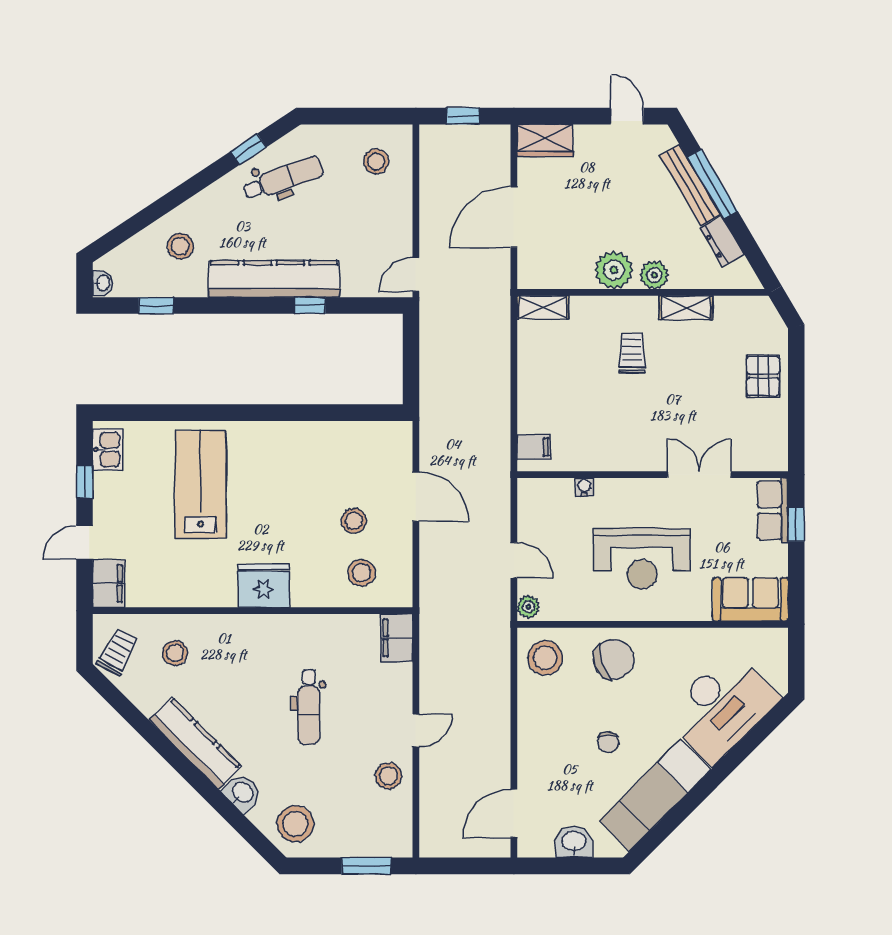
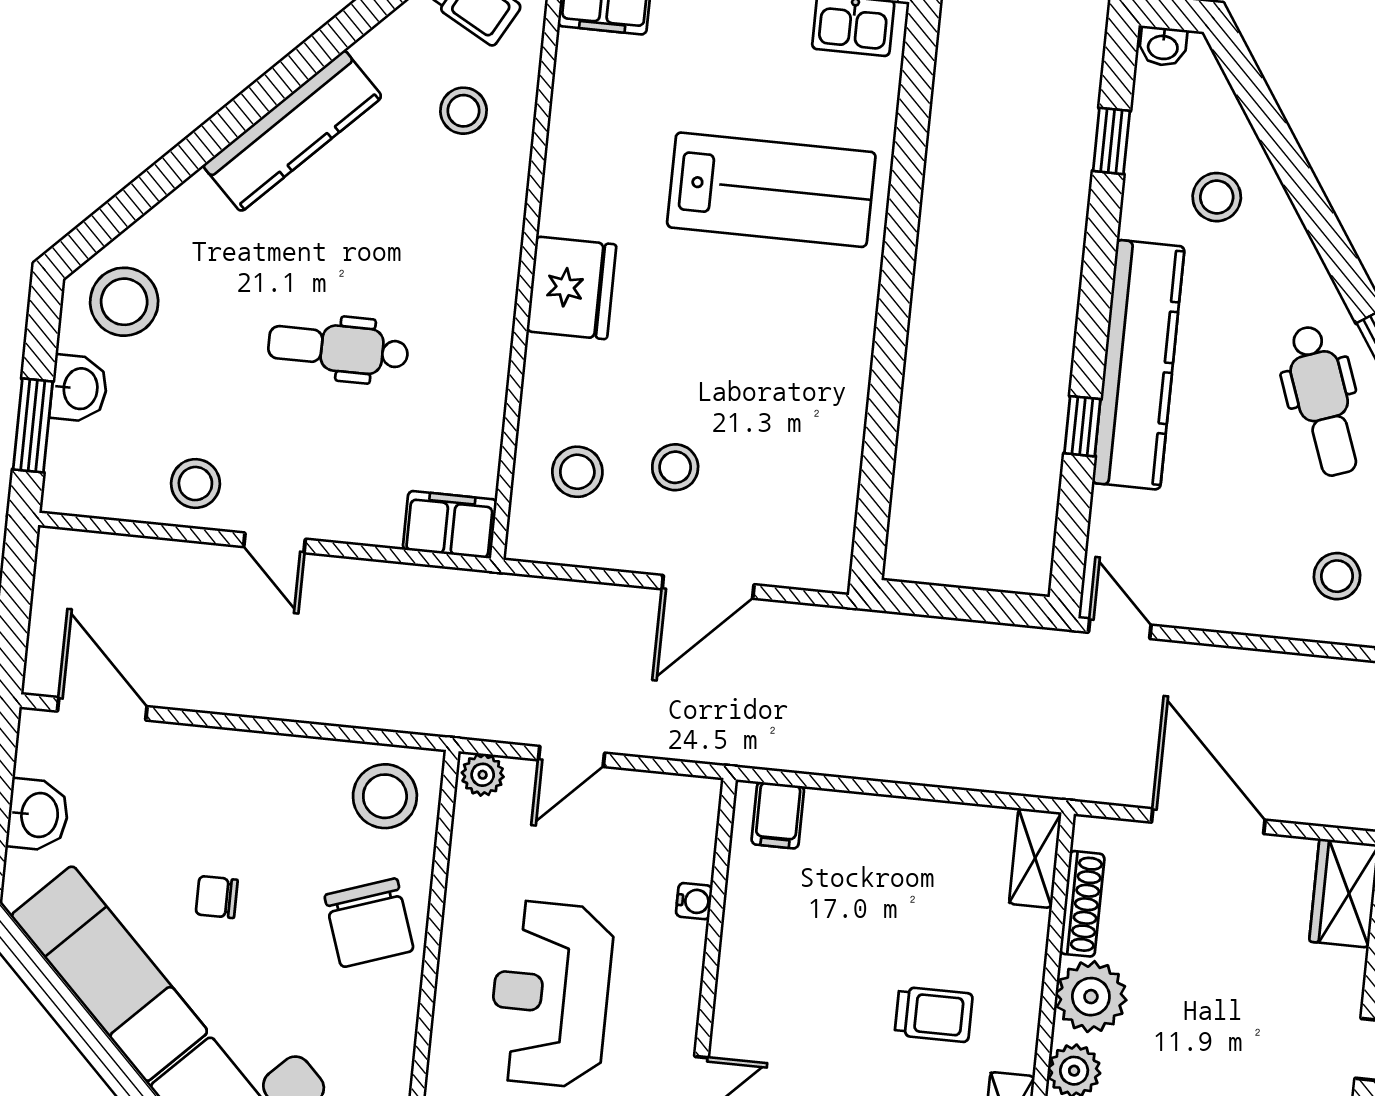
shoe rack: (565, 280) -> (1082, 904), added
washbasin: (242, 793) -> (79, 388), moved, turned -45

